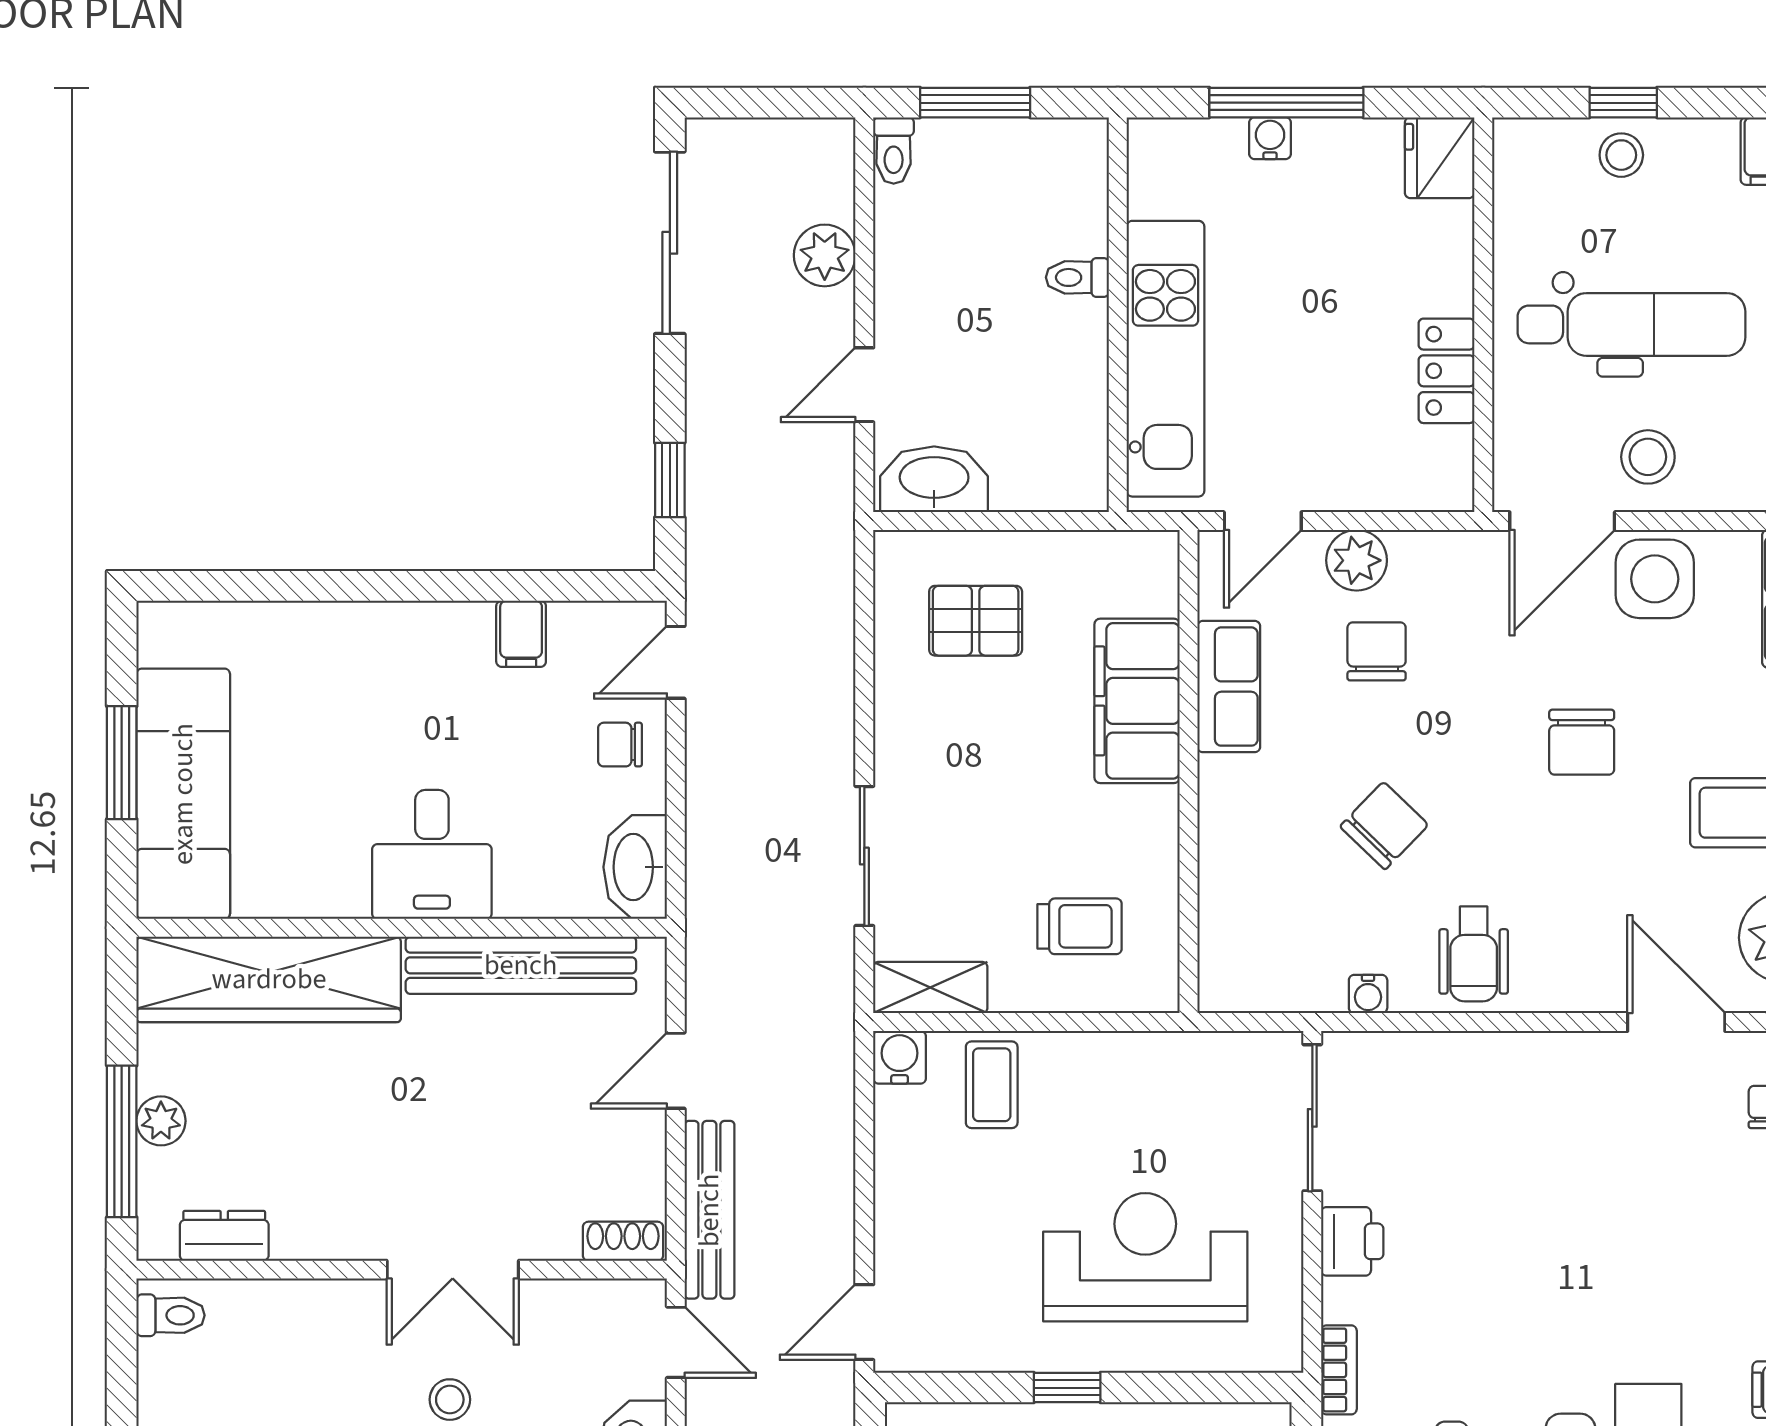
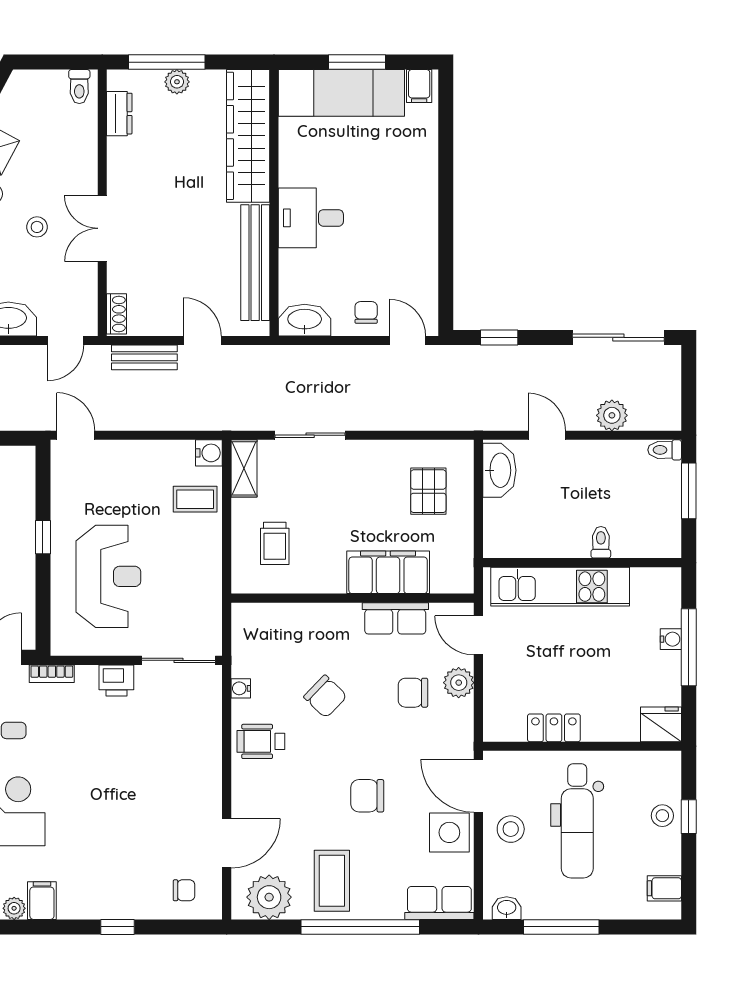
filing cabinet: (521, 634) -> (419, 86), moved, turned -90
chair: (1377, 651) -> (413, 693), turned 180
bench: (709, 1210) -> (144, 357), width x0.73

